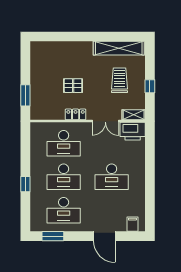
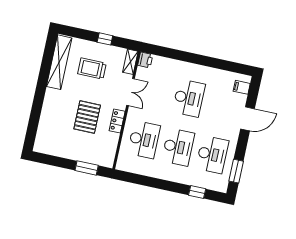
pallet: (73, 86) -> (87, 117), width x1.50, depth x1.42
printer: (133, 131) -> (145, 60), width x0.53, depth x0.68
window: (25, 184) -> (197, 192), moved

